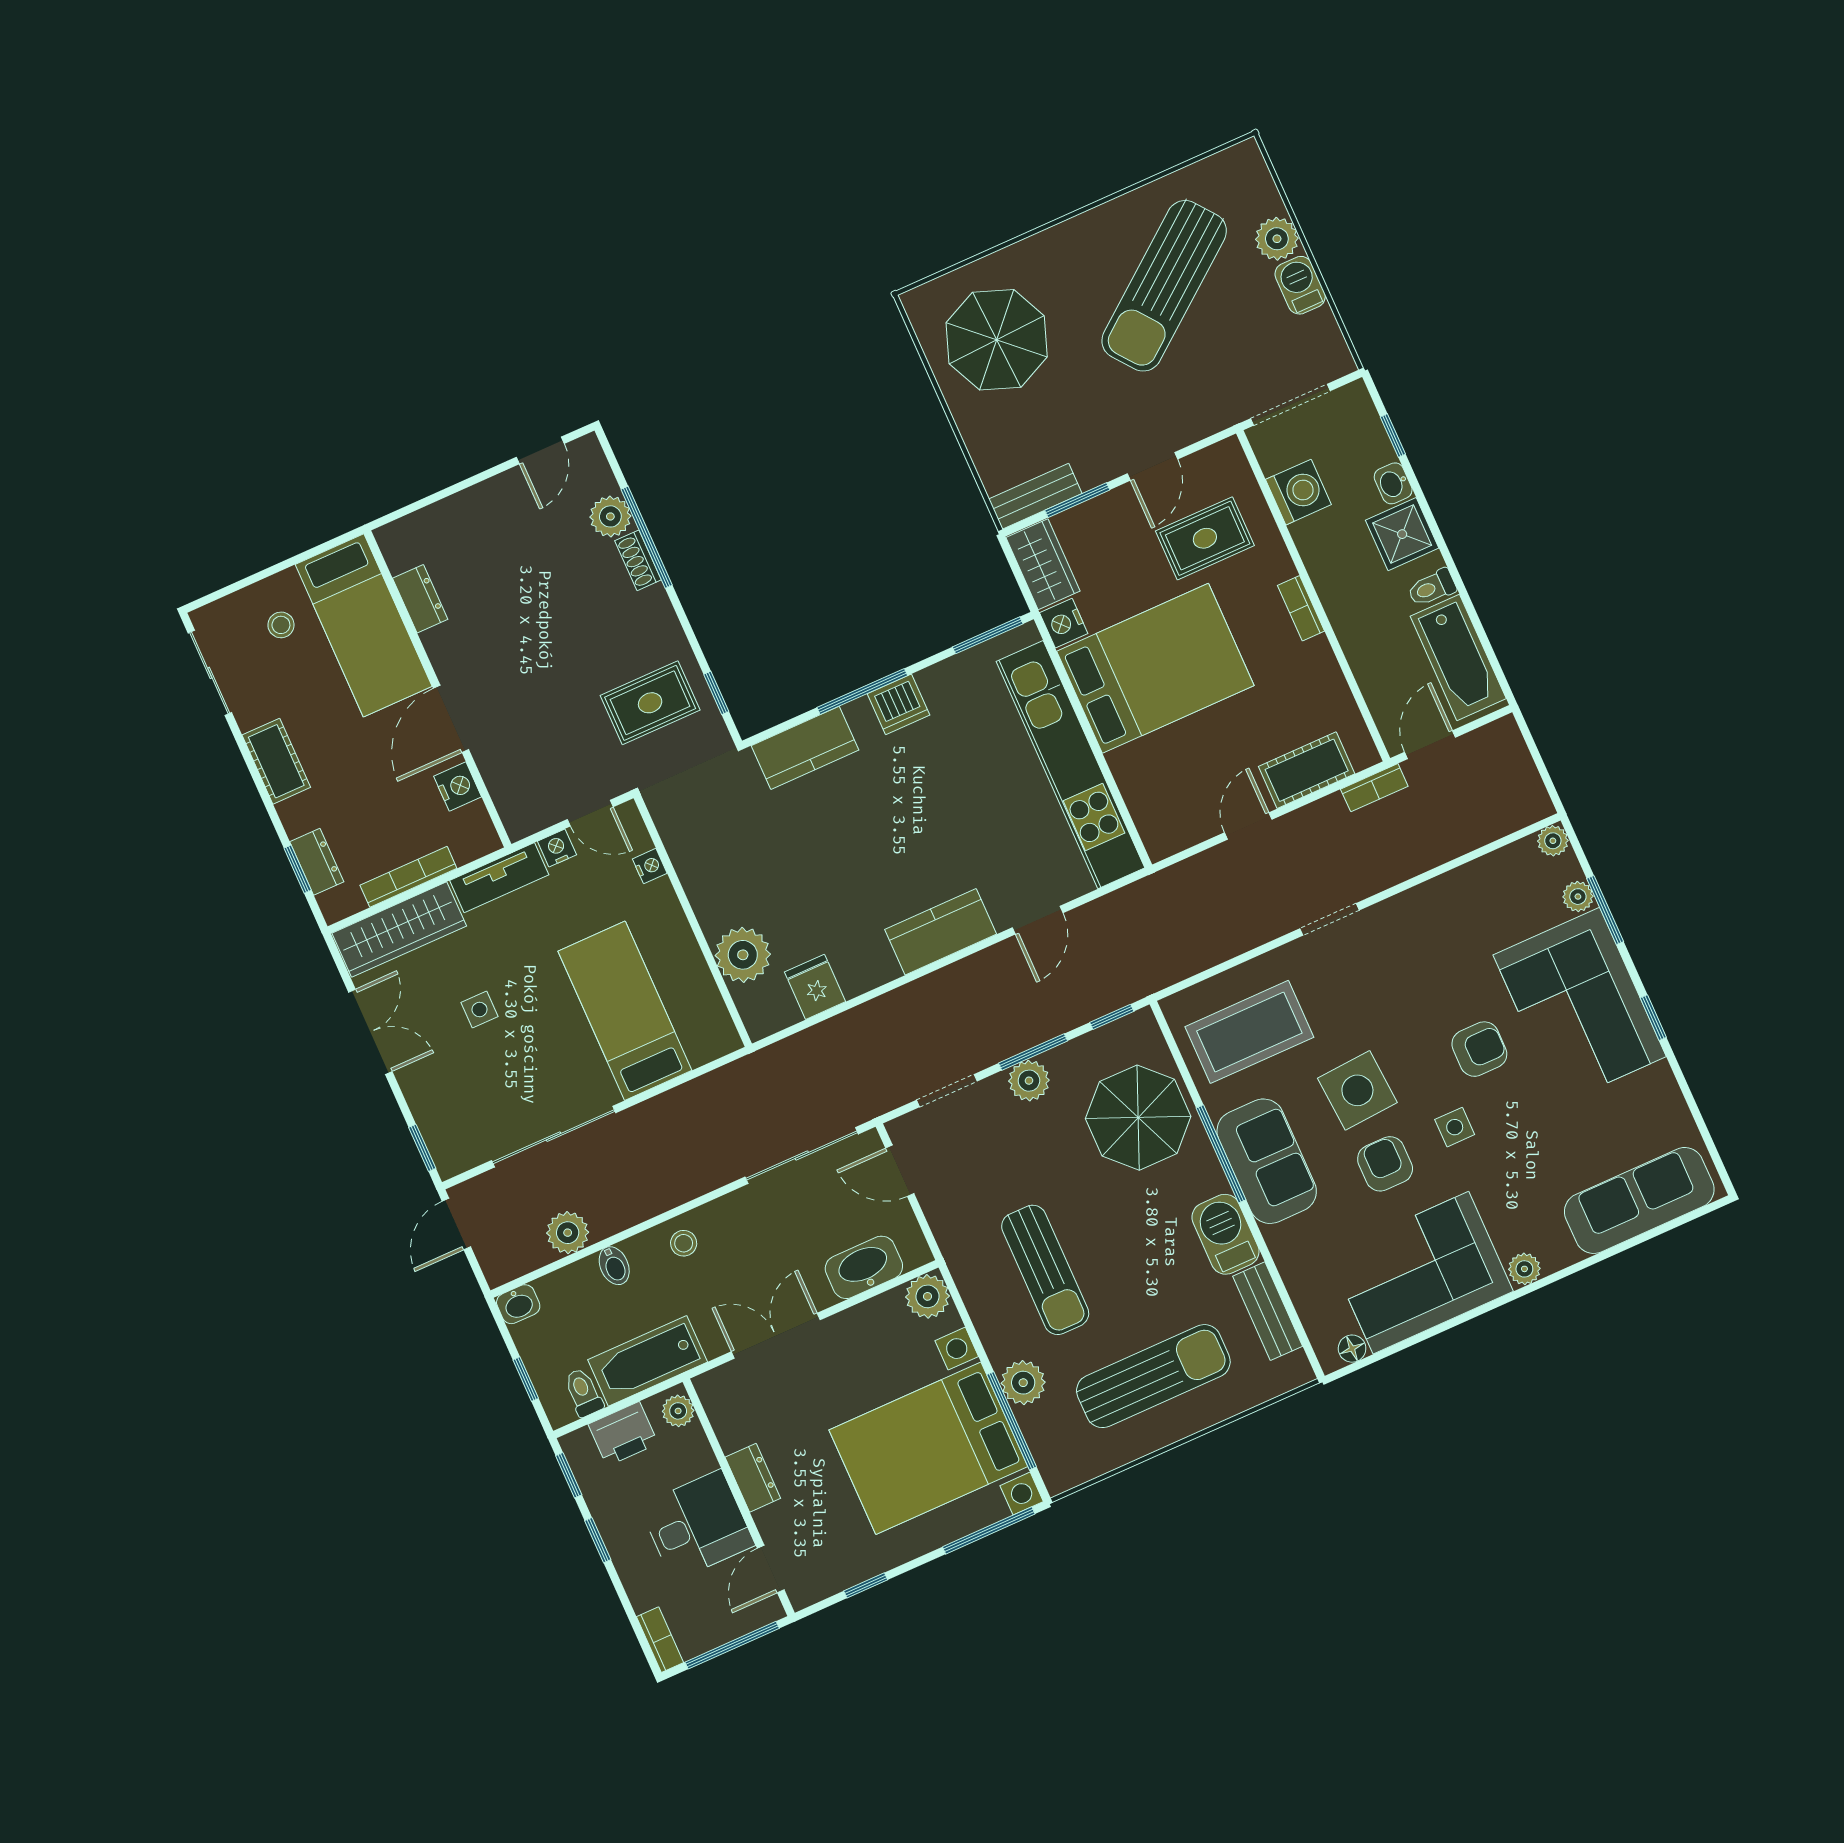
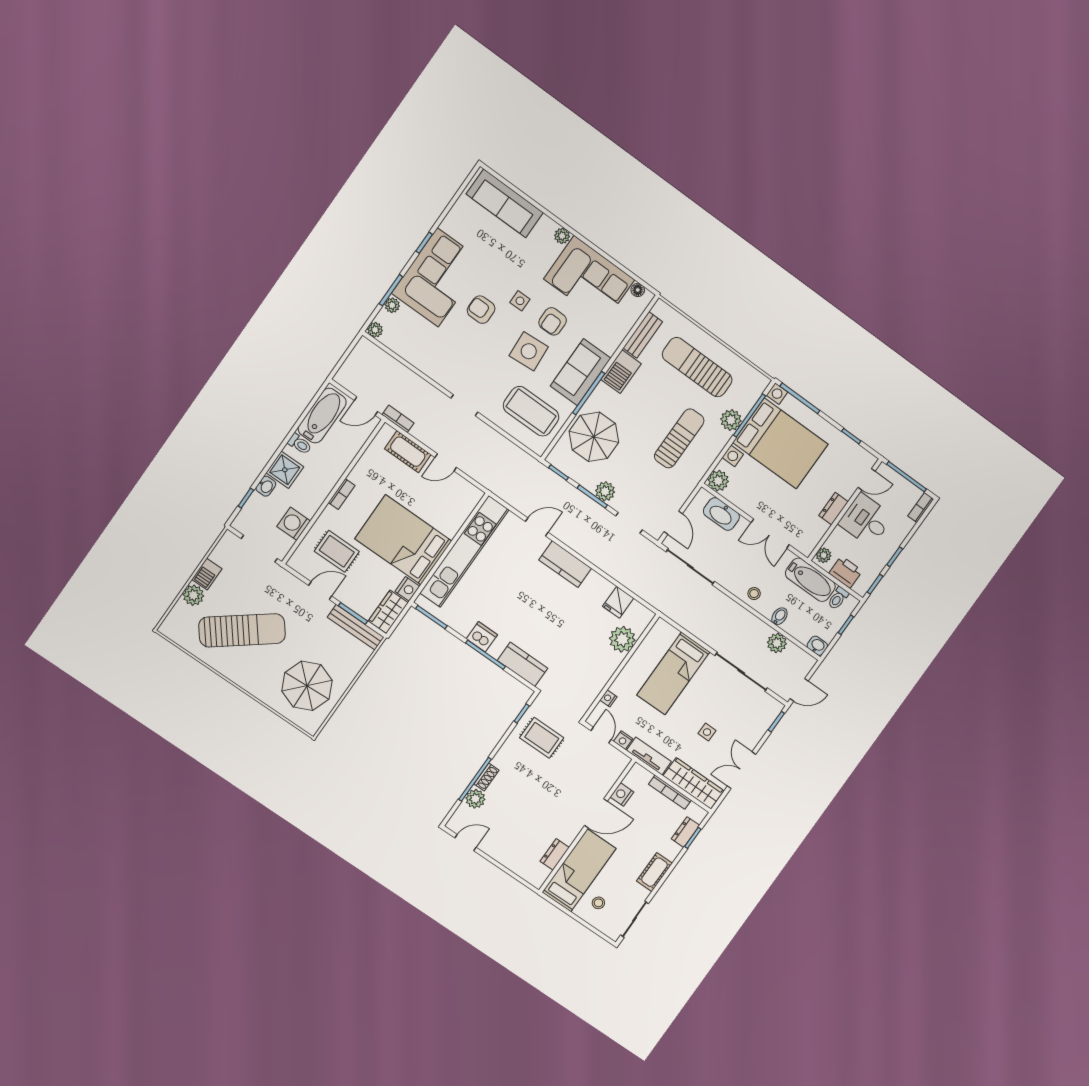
bench: (1035, 496) -> (356, 627), width x1.36

